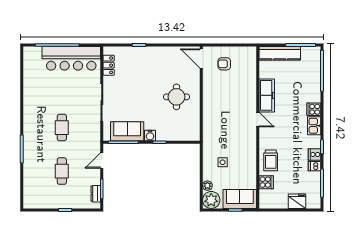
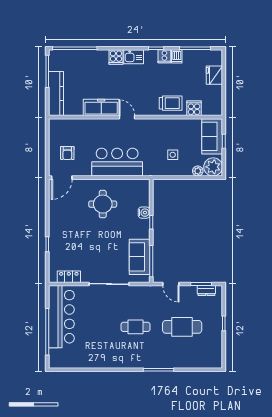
bar counter: (216, 110) -> (117, 162), added
door: (258, 120) -> (127, 117), hinge flipped
water cooler: (150, 135) -> (144, 213), moved
cafe table: (62, 171) -> (182, 327), width x1.37, depth x1.35

